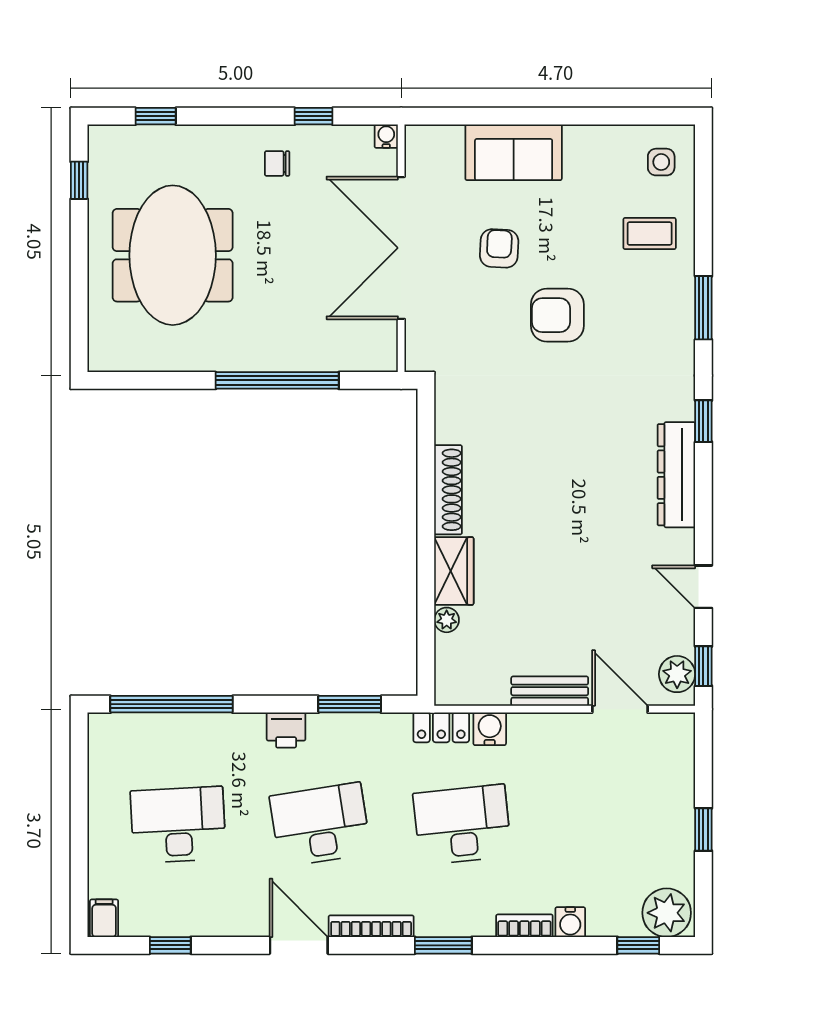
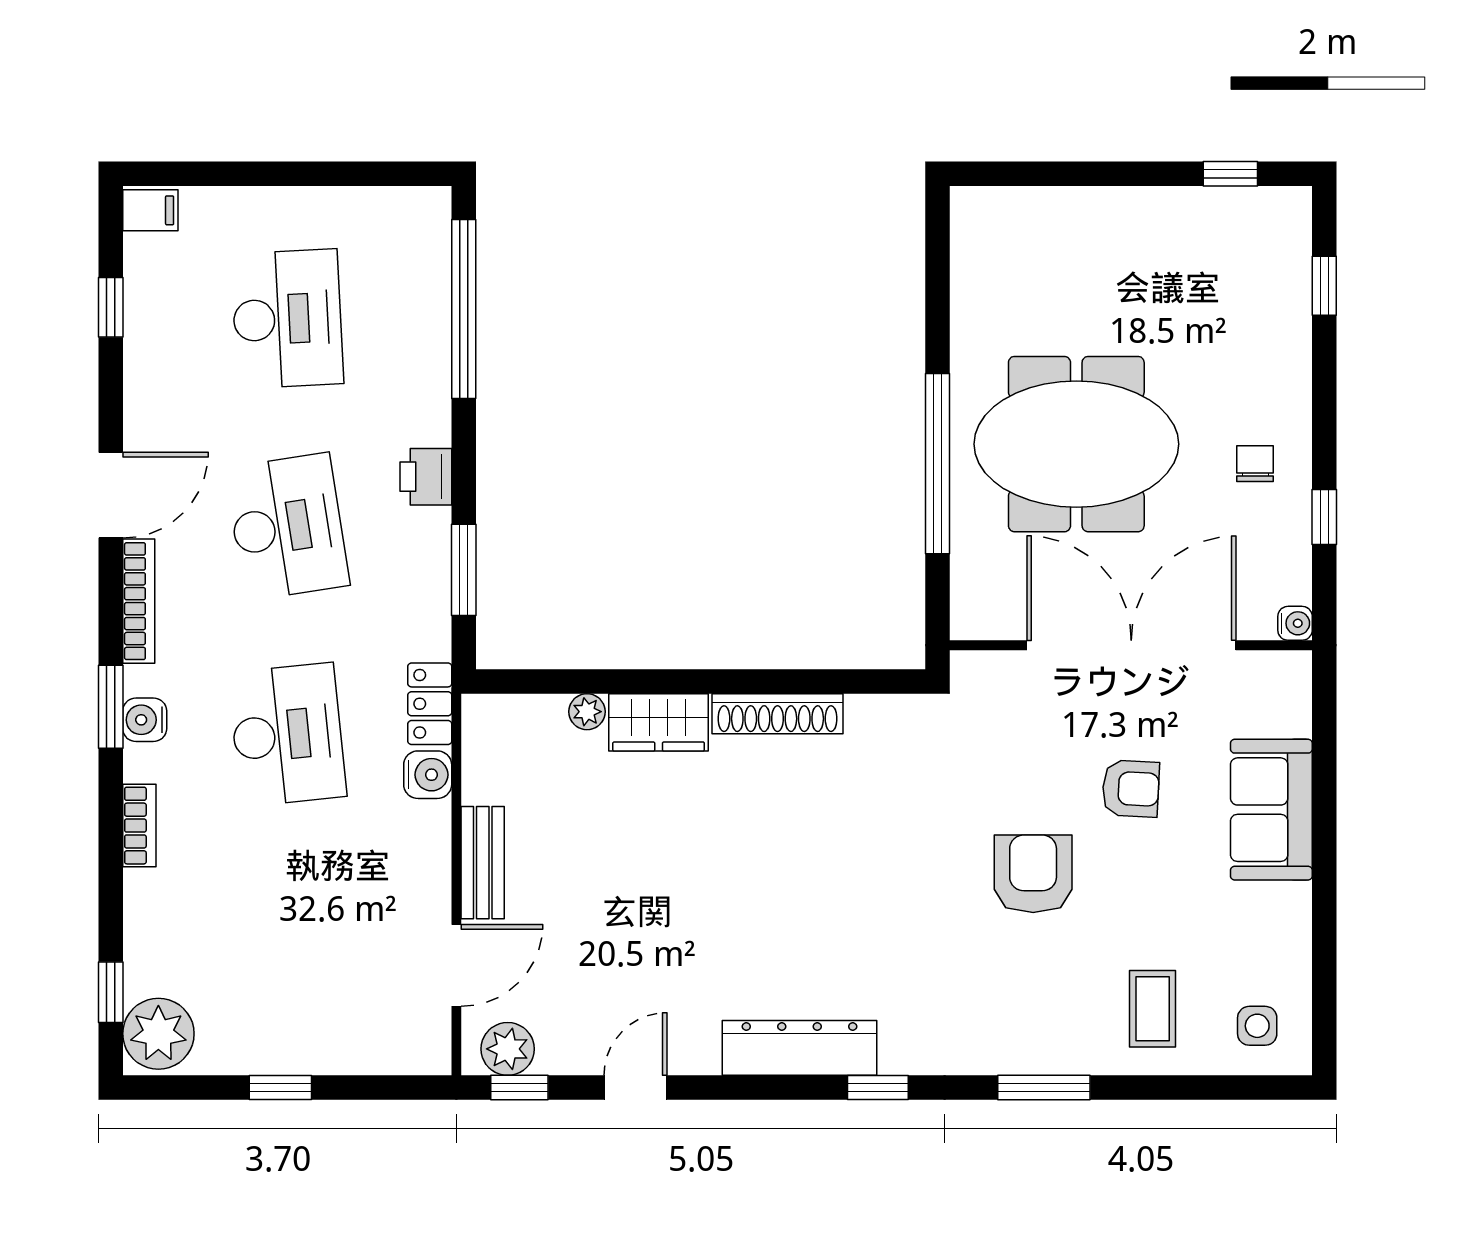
meeting table: (173, 255) -> (1076, 444), moved
water cooler: (570, 922) -> (145, 720), moved

